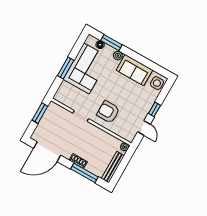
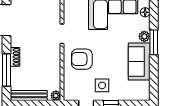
window: (111, 43) -> (154, 42), moved
side table: (157, 83) -> (102, 85), moved
armchair: (108, 112) -> (82, 59), turned -90

